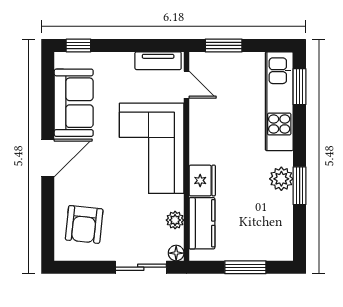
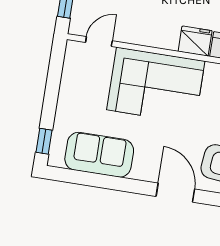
tv unit: (158, 61) -> (71, 66), removed
door: (48, 158) -> (175, 193), moved

